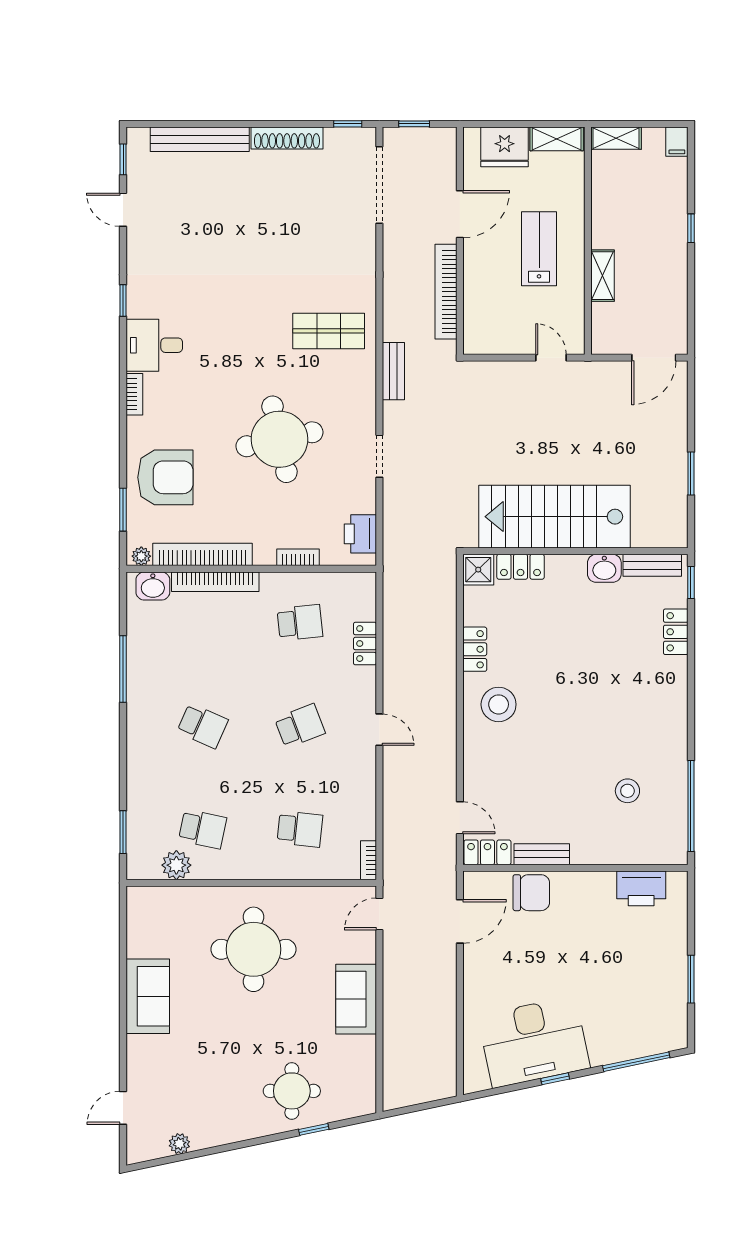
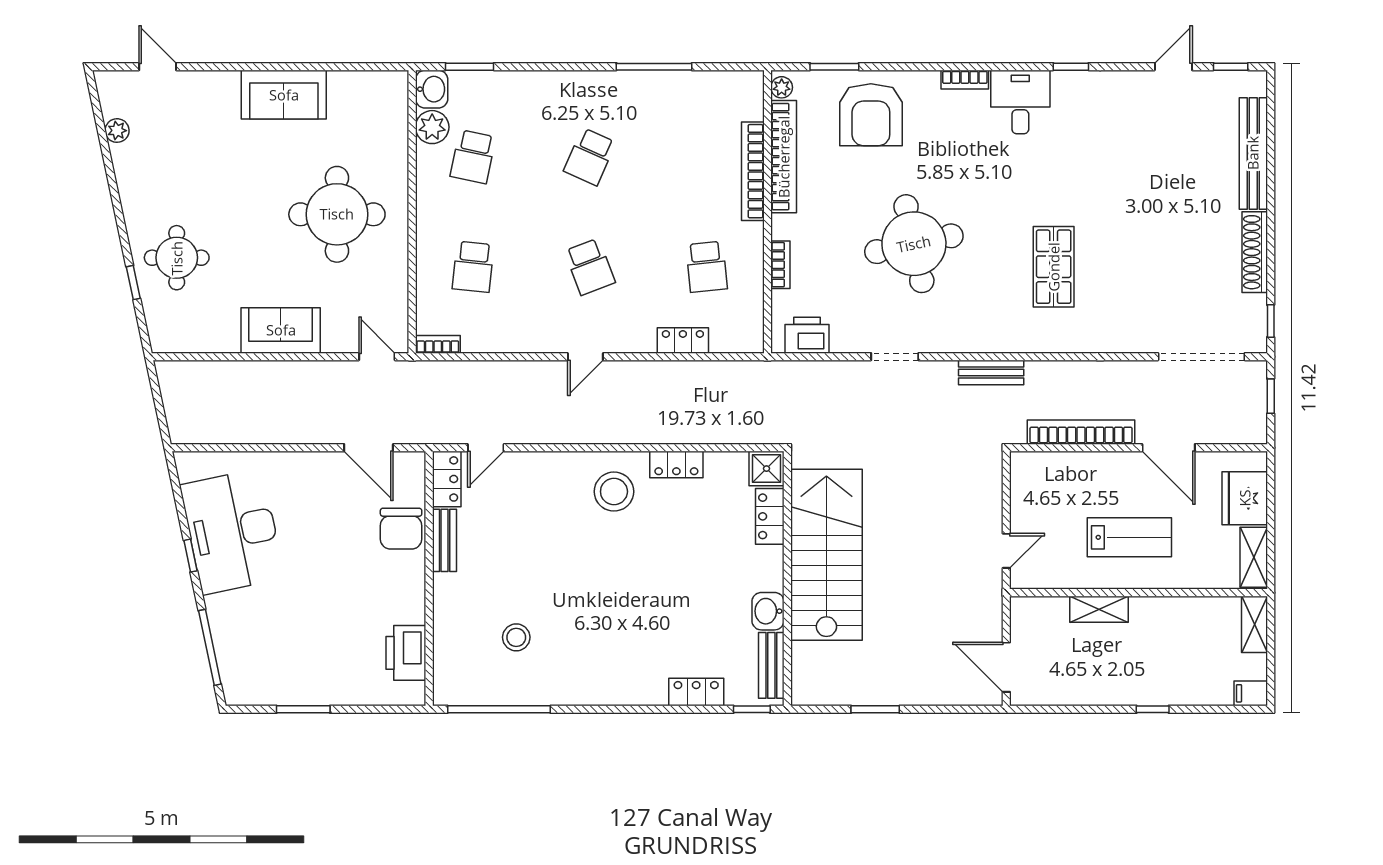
shop shelf: (329, 331) -> (1054, 267), moved
washbasin: (153, 586) -> (432, 89), moved, turned 180

